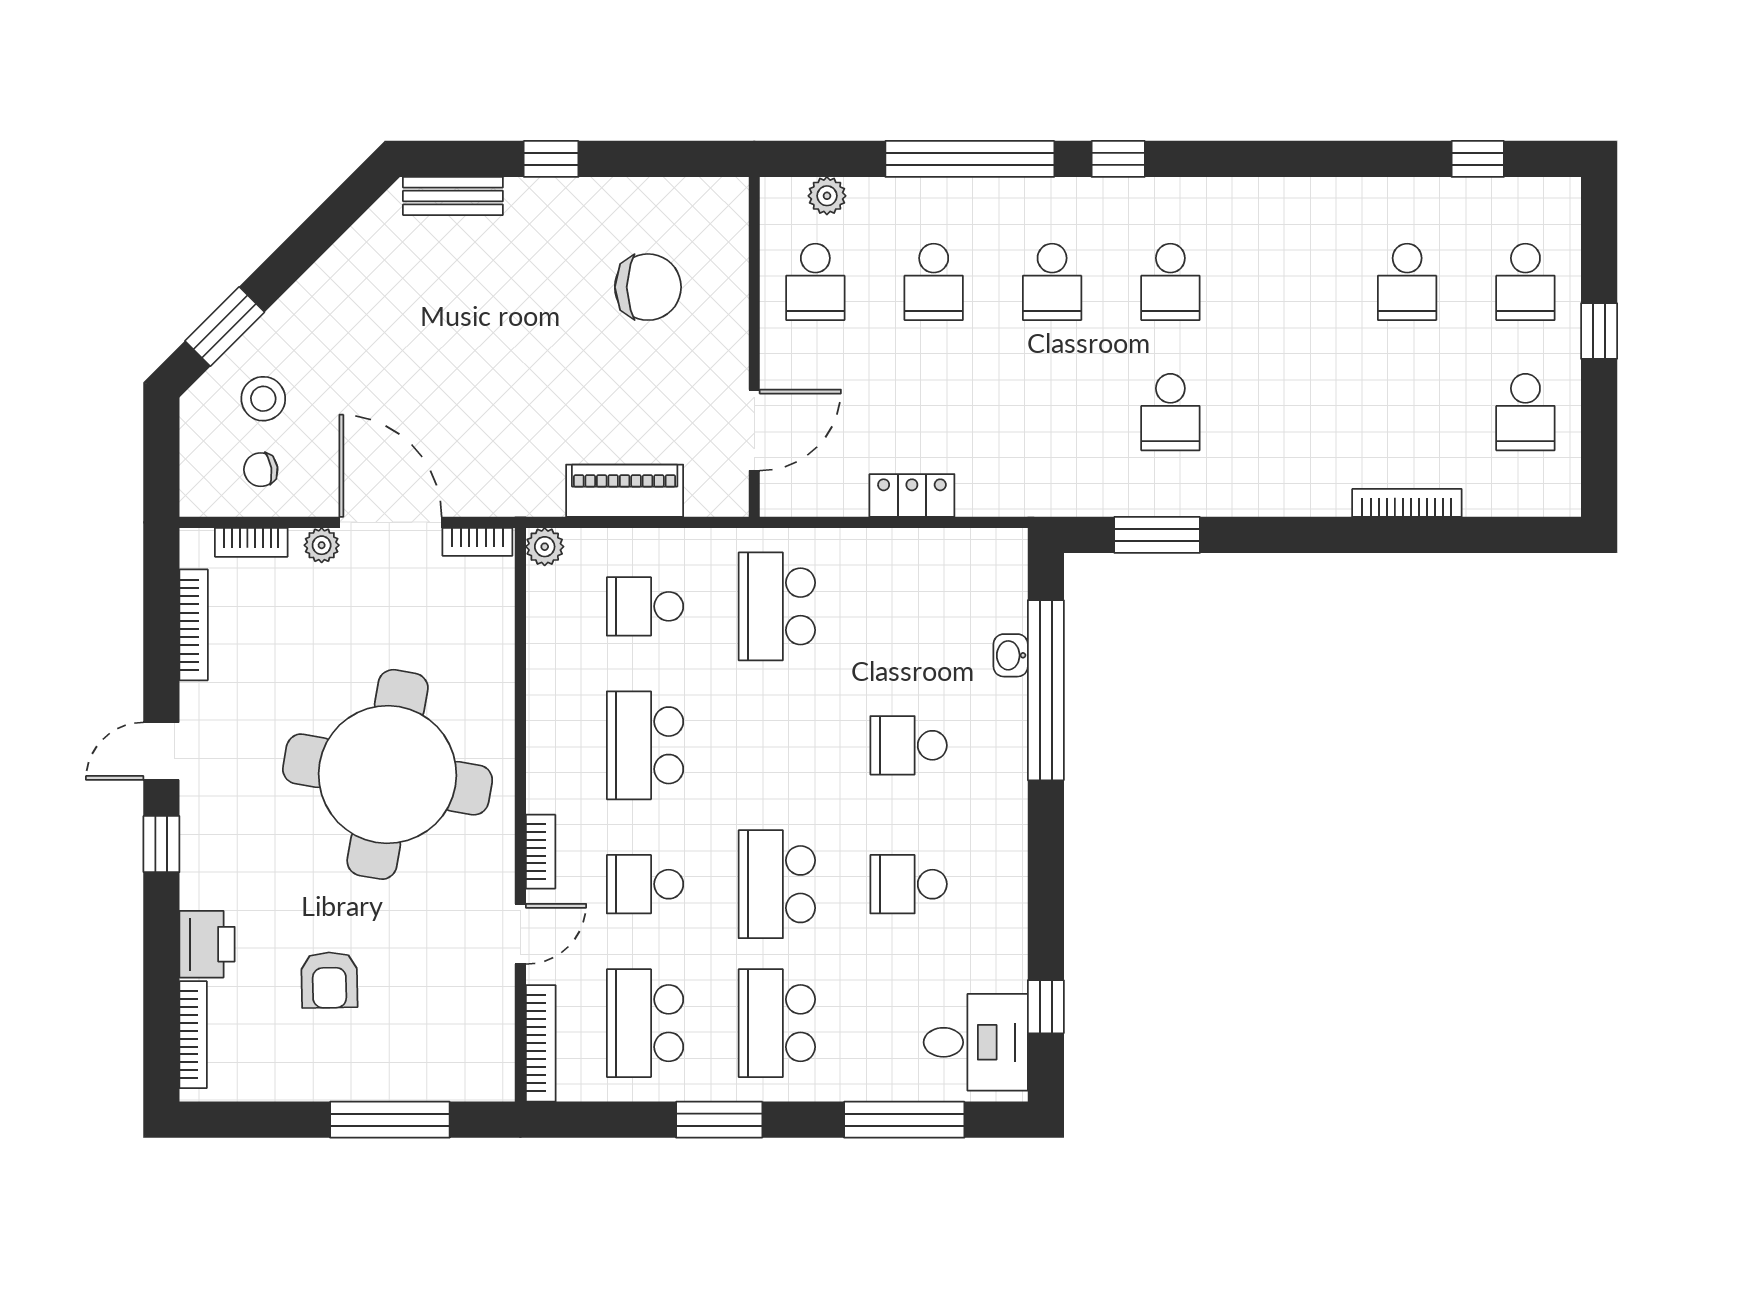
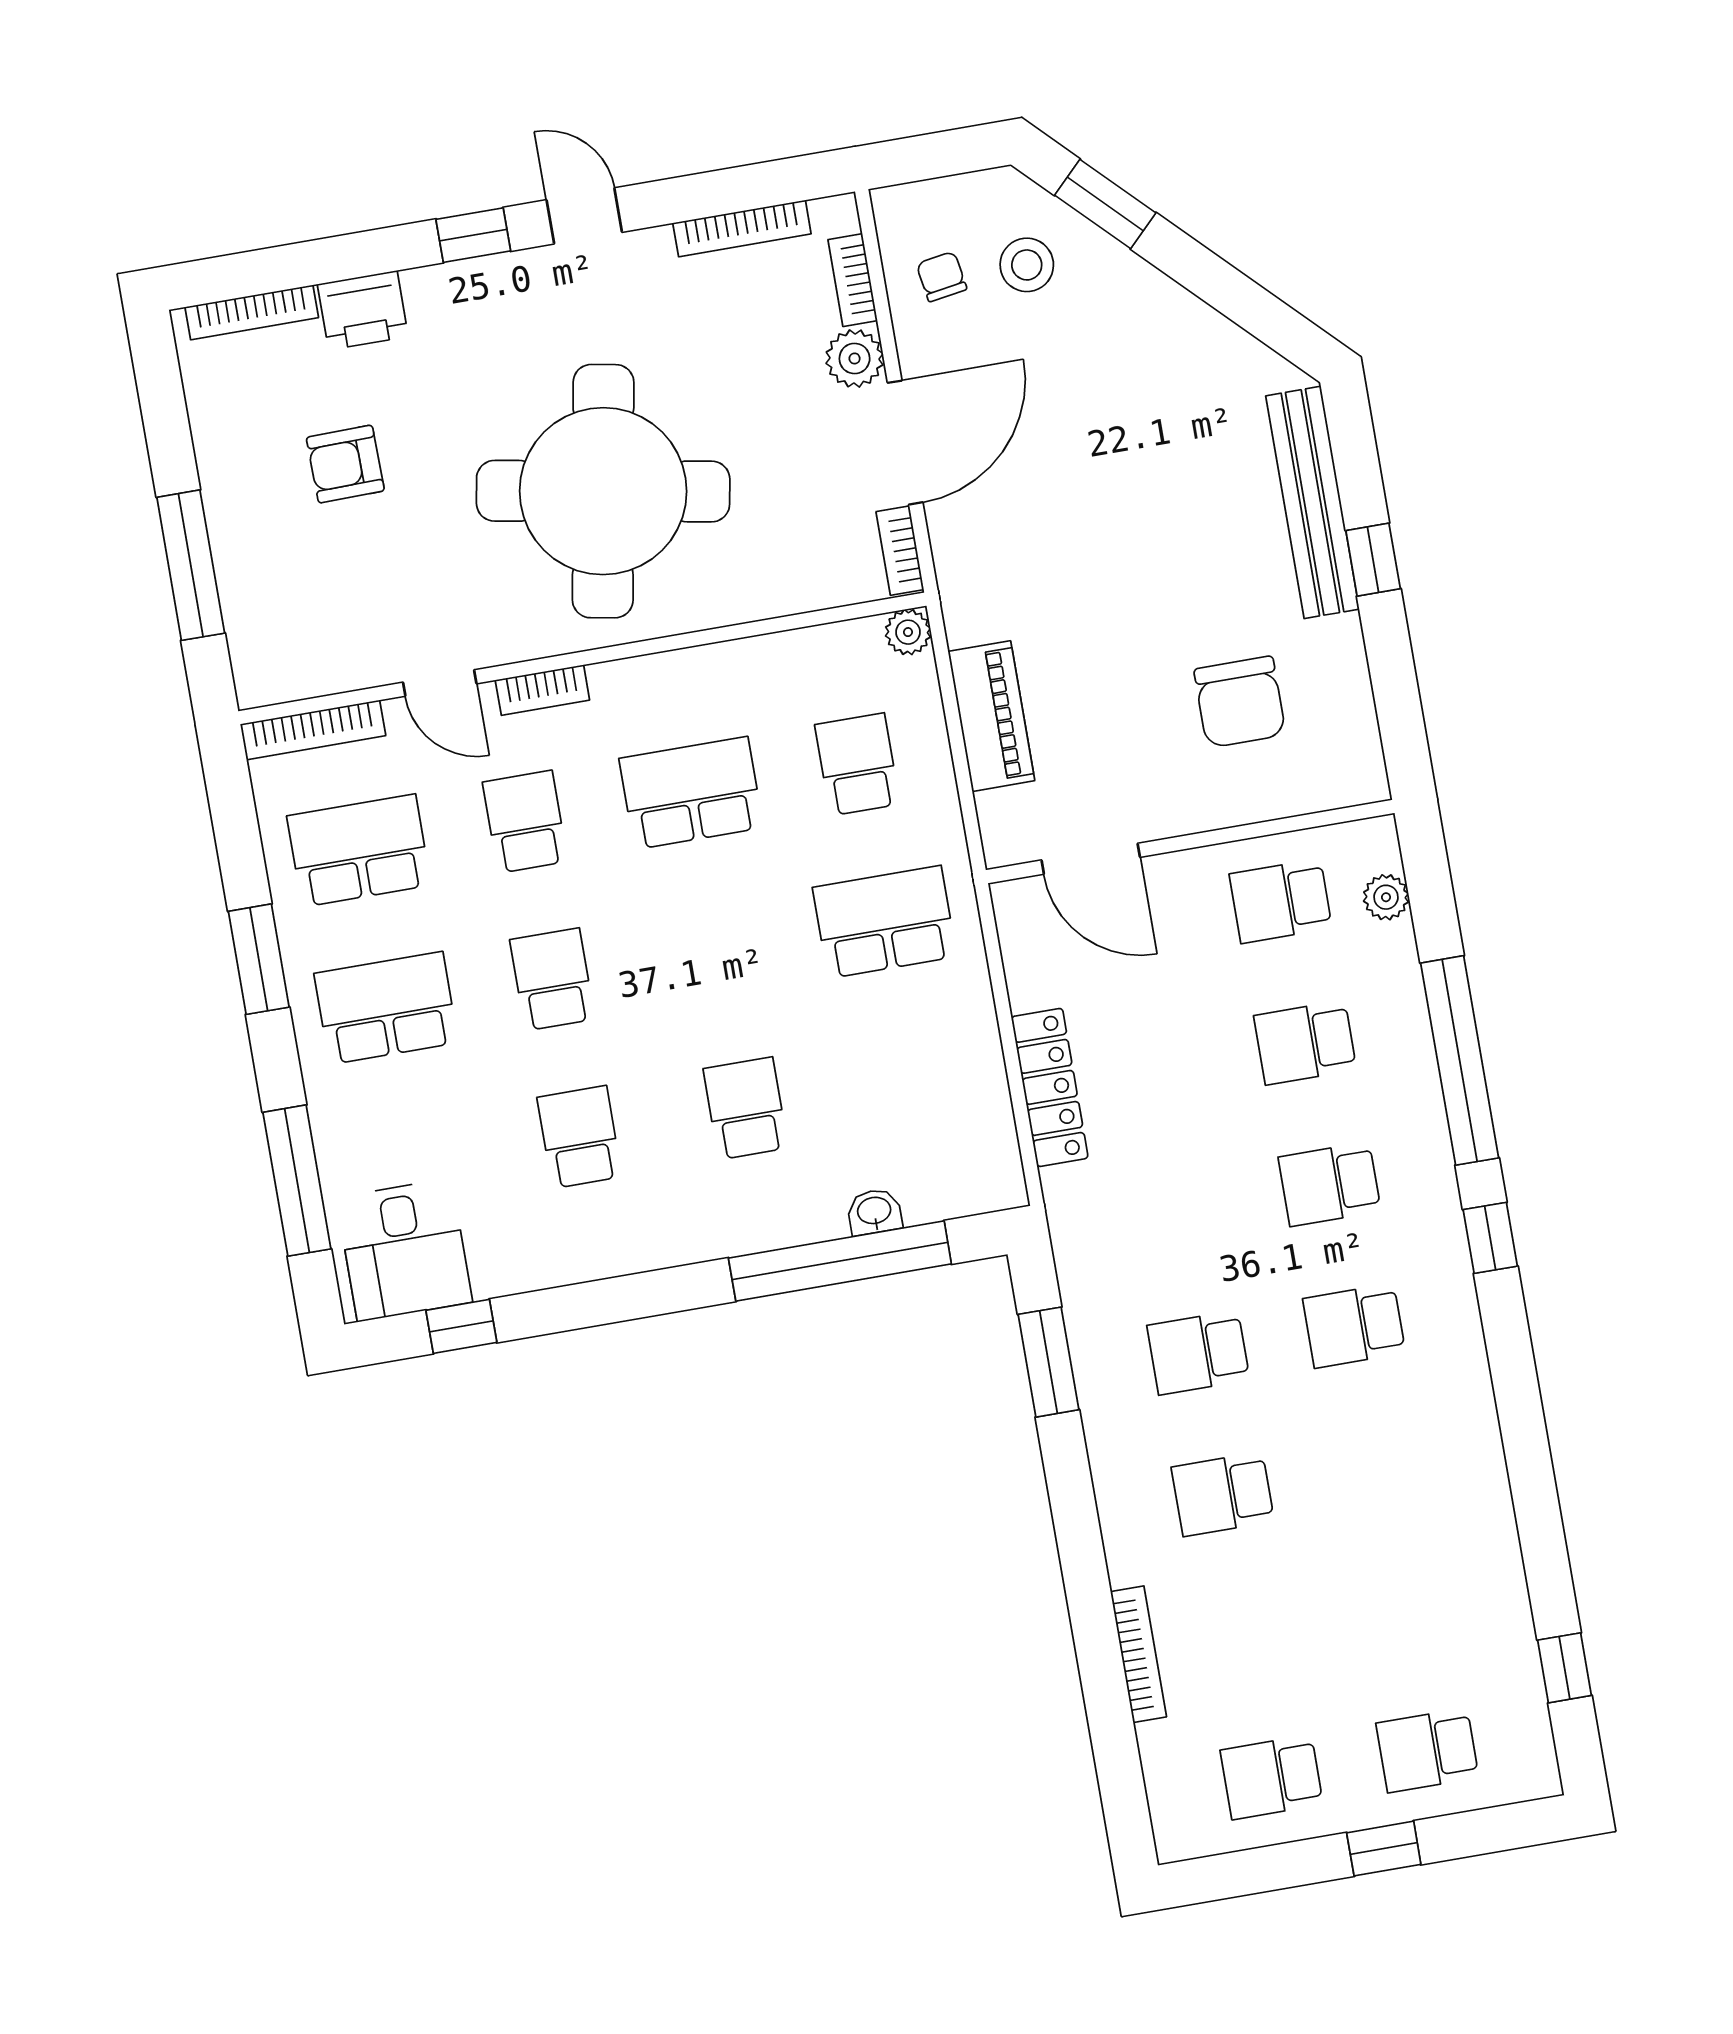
bench: (453, 196) -> (1312, 502), width x1.86, depth x1.21
school desk: (1407, 282) -> (1223, 1494), moved
locker: (912, 496) -> (1050, 1087), width x1.53
plant: (322, 545) -> (855, 358), width x1.38, depth x1.38
school desk: (777, 884) -> (552, 979), width x0.54

